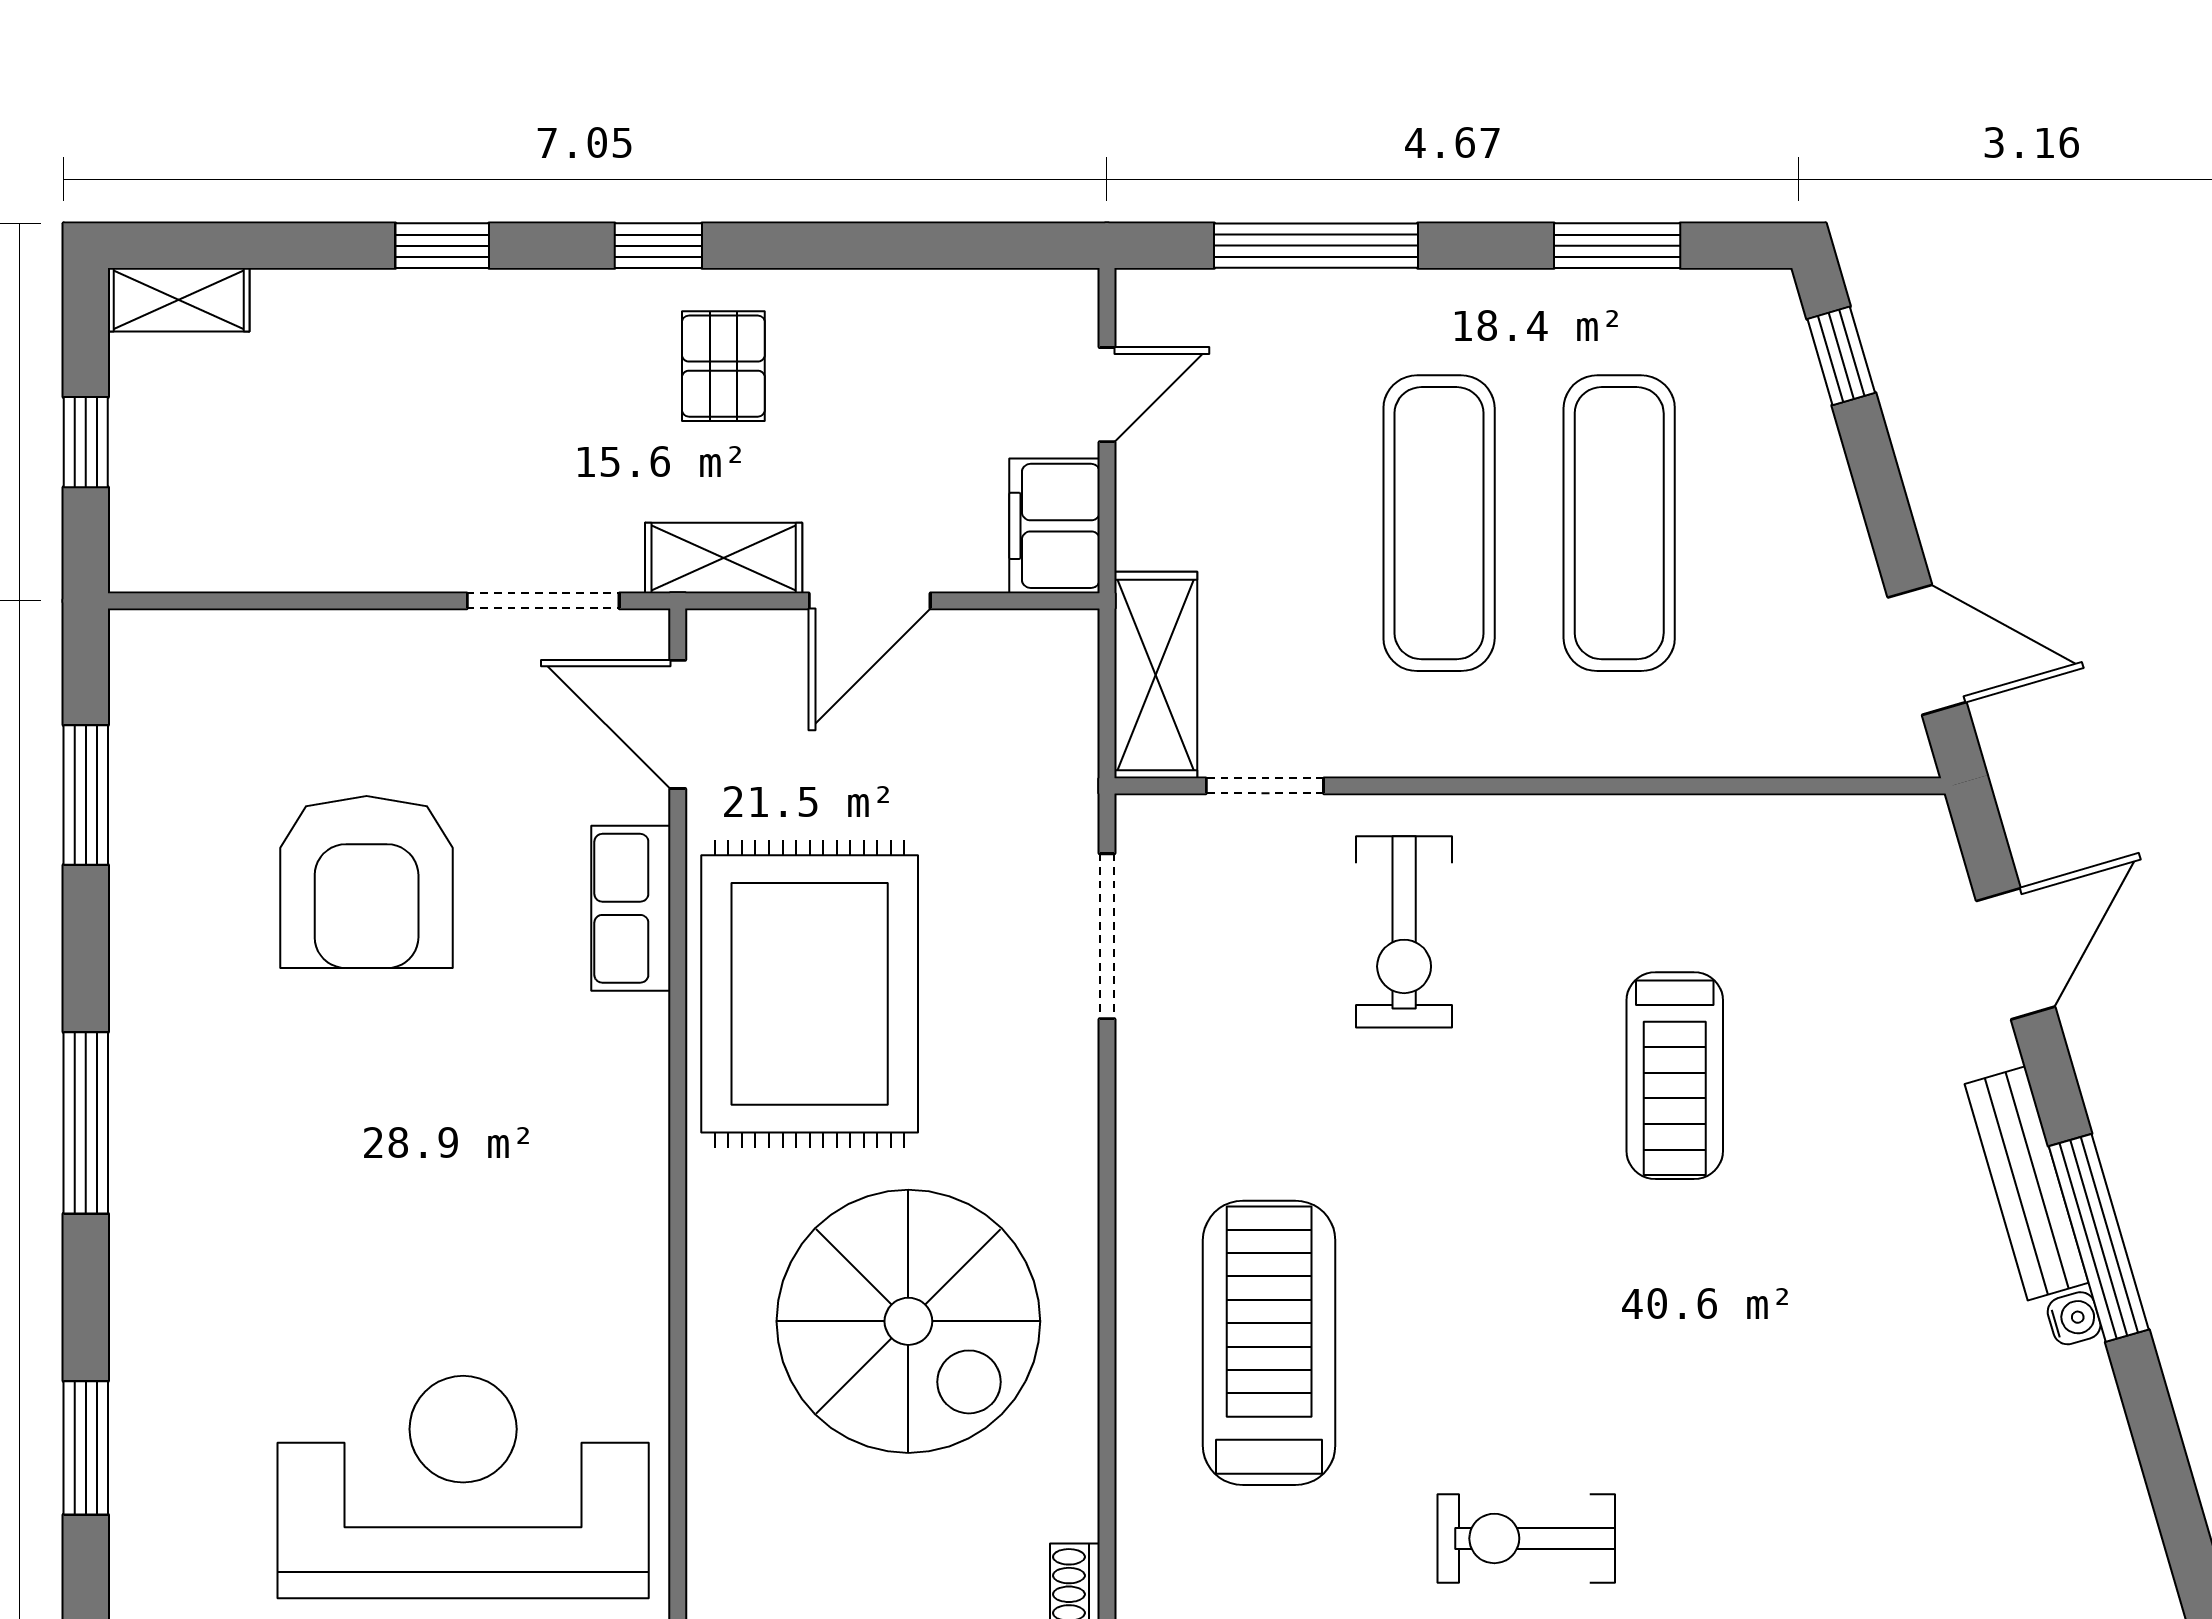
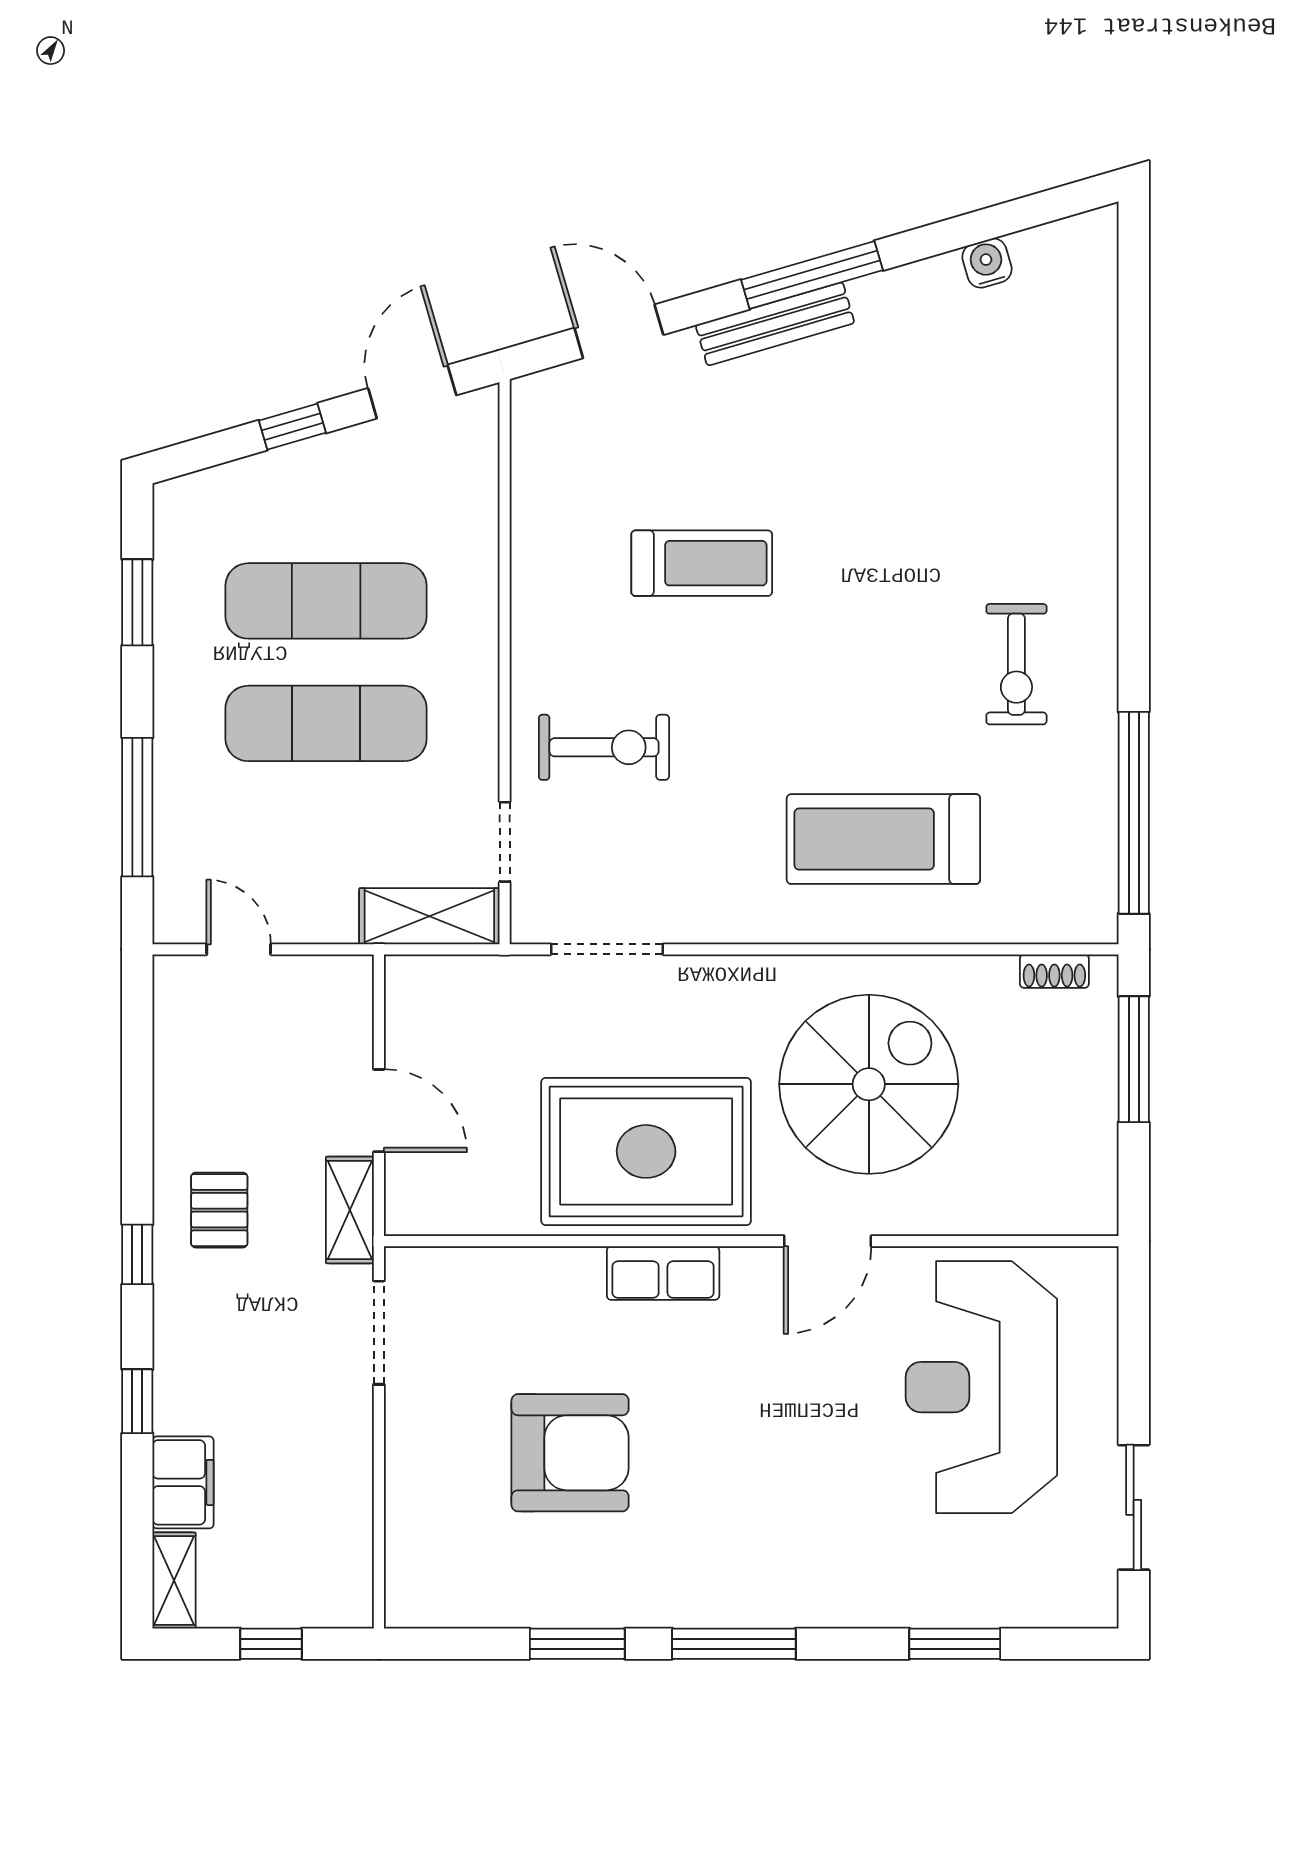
window: (1841, 356) -> (292, 427), moved
pallet: (723, 366) -> (219, 1210), turned 90
filing cabinet: (1055, 526) -> (183, 1482), moved, turned -90
door: (678, 724) -> (828, 1241), moved
window: (86, 795) -> (577, 1644), moved
row of seats: (631, 908) -> (663, 1273), moved
water cooler: (2074, 1318) -> (987, 263), moved, width x1.38, depth x1.38

